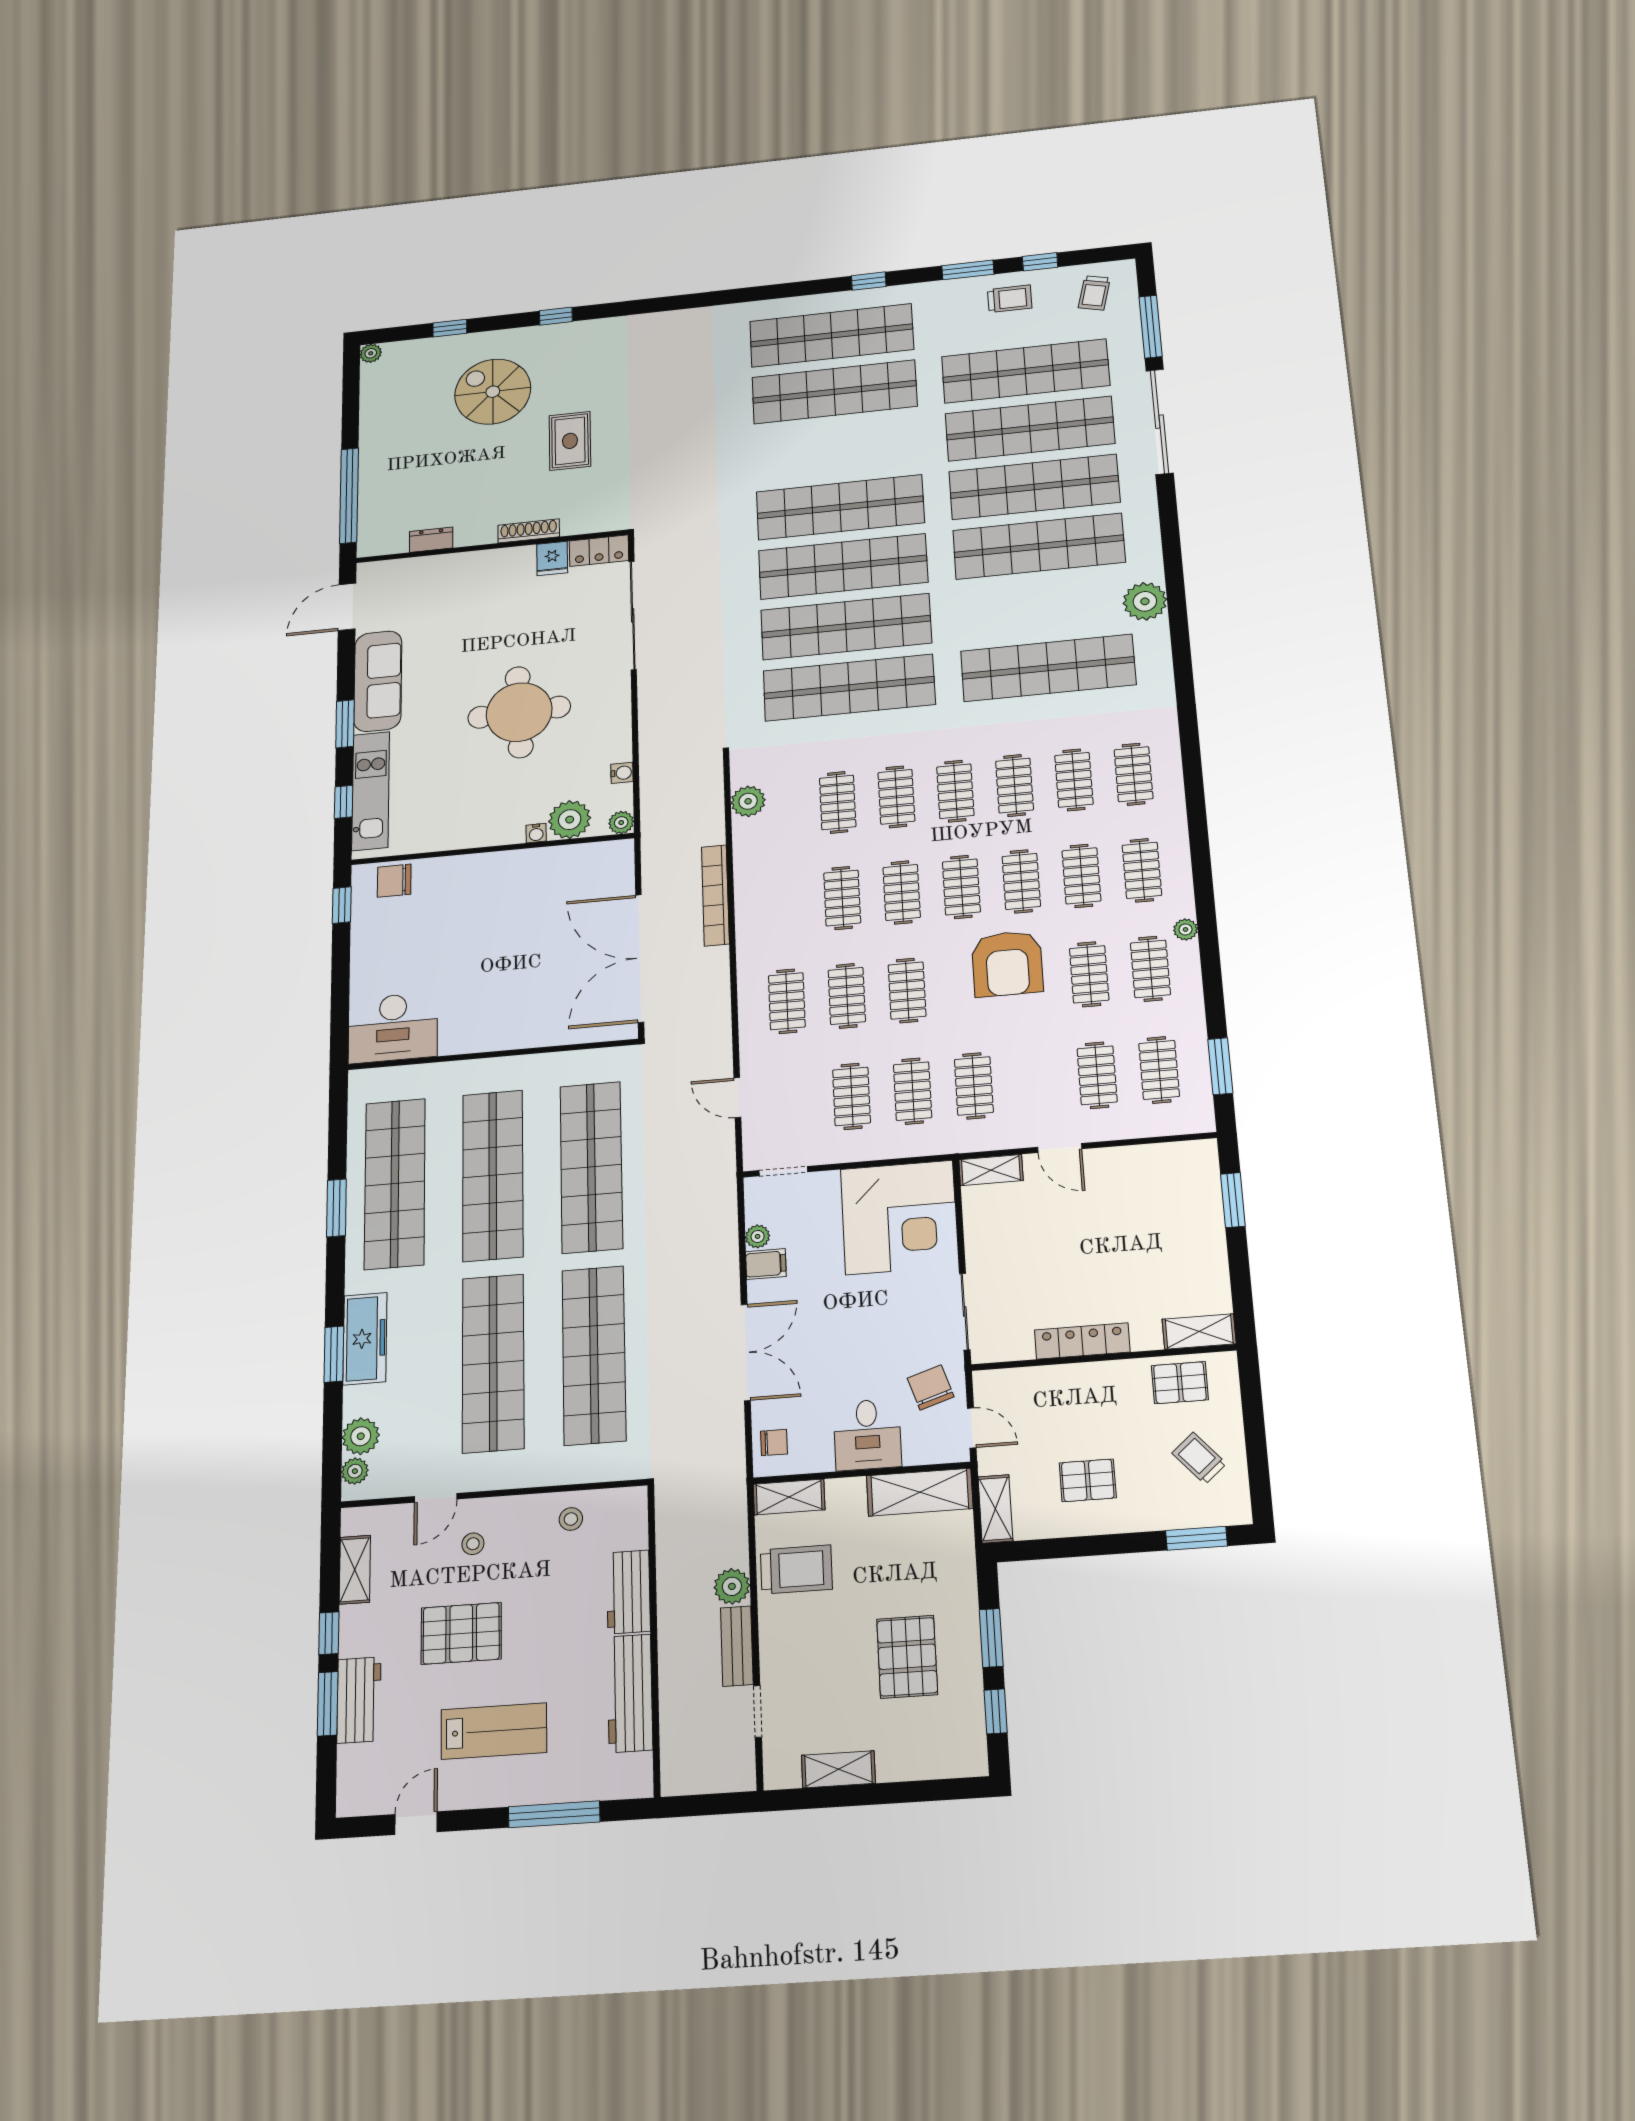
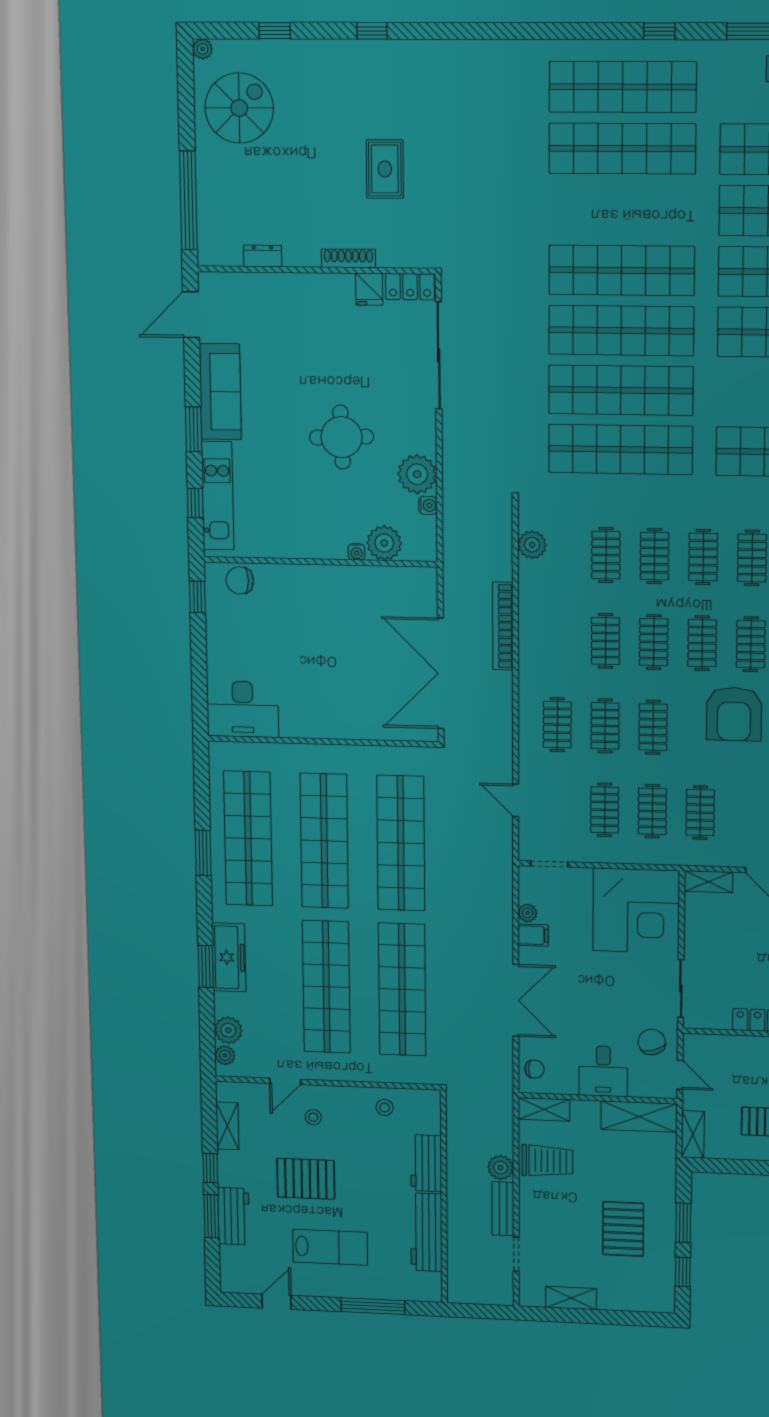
spiral stairs: (493, 392) -> (239, 108), moved, turned 90
round table: (519, 712) -> (342, 437), width x0.73, depth x0.73
plant: (621, 823) -> (417, 474), moved, width x1.88, depth x1.88

